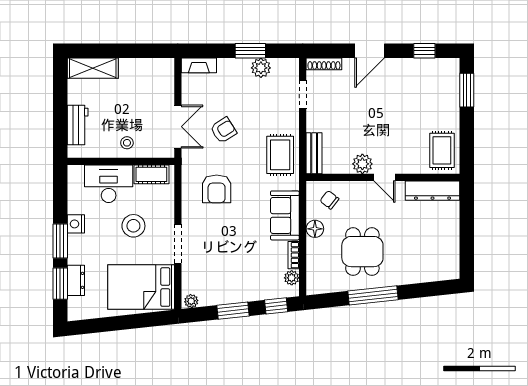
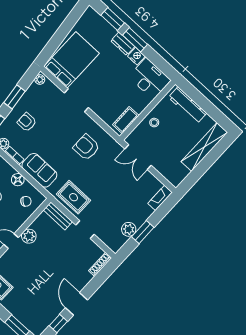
door: (370, 51) -> (76, 304), moved
shelving: (93, 68) -> (204, 147), width x1.47
doorway: (303, 94) -> (85, 230), moved
workbench: (78, 125) -> (188, 105), width x1.38
armchair: (223, 130) -> (27, 122), moved, turned 122
desk: (109, 184) -> (150, 79), moved, turned -90
stool: (133, 226) -> (107, 86), removed
dresser: (76, 280) -> (123, 44), moved

